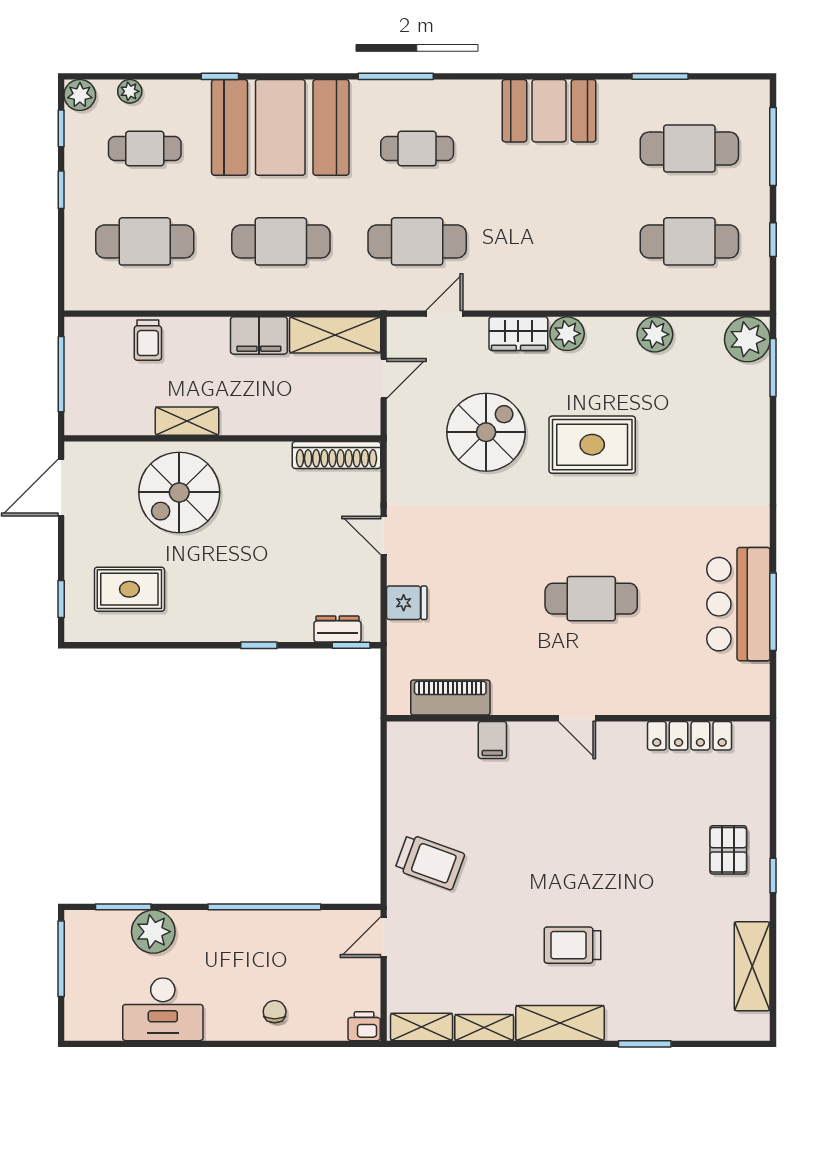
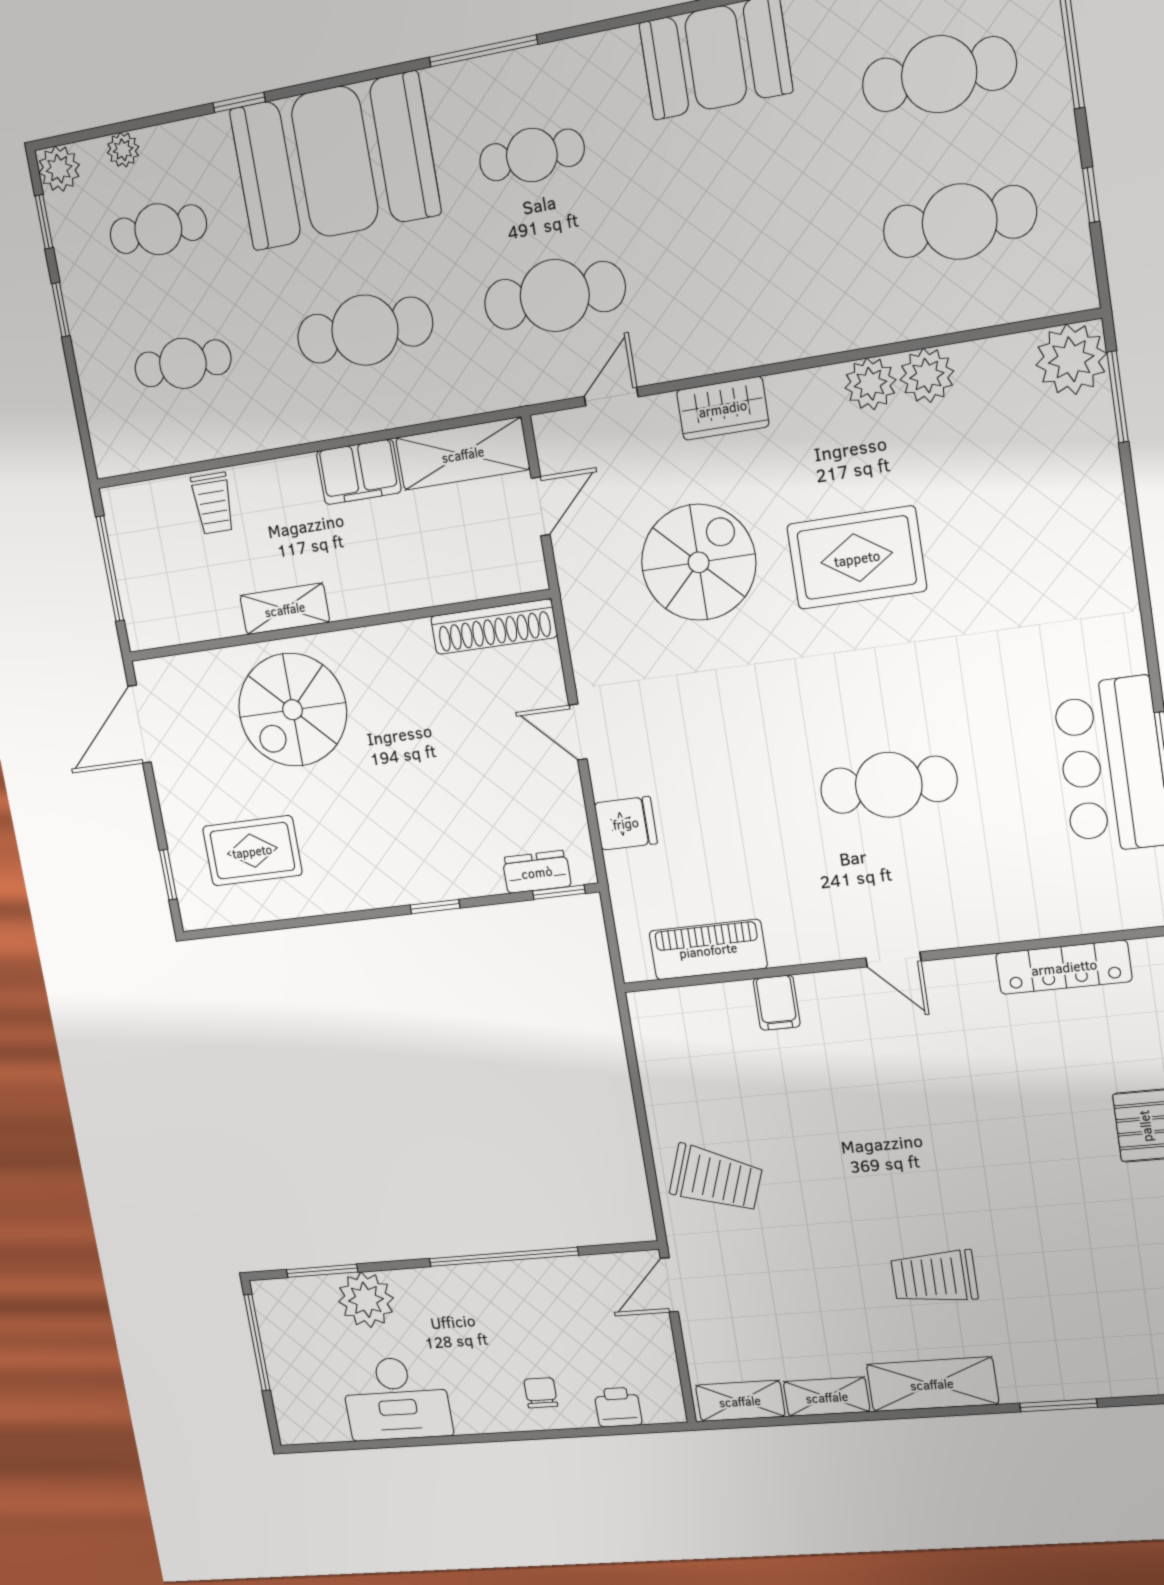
cafe table: (145, 241) -> (183, 363), width x0.73, depth x0.74
plant: (567, 334) -> (870, 384), moved
printer: (364, 1026) -> (618, 1407), moved

